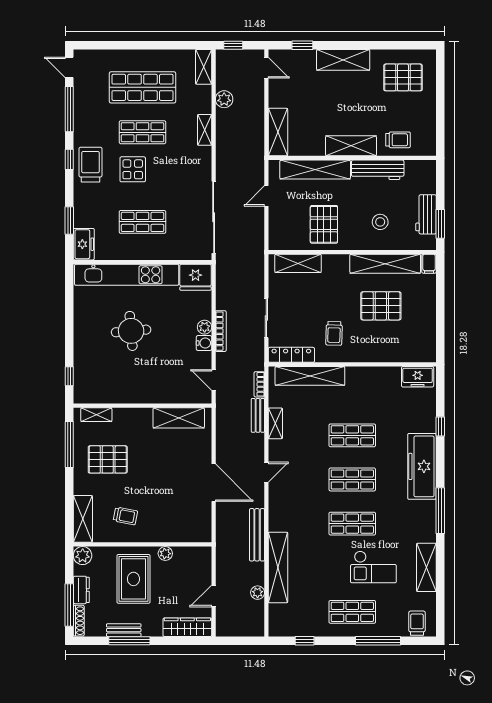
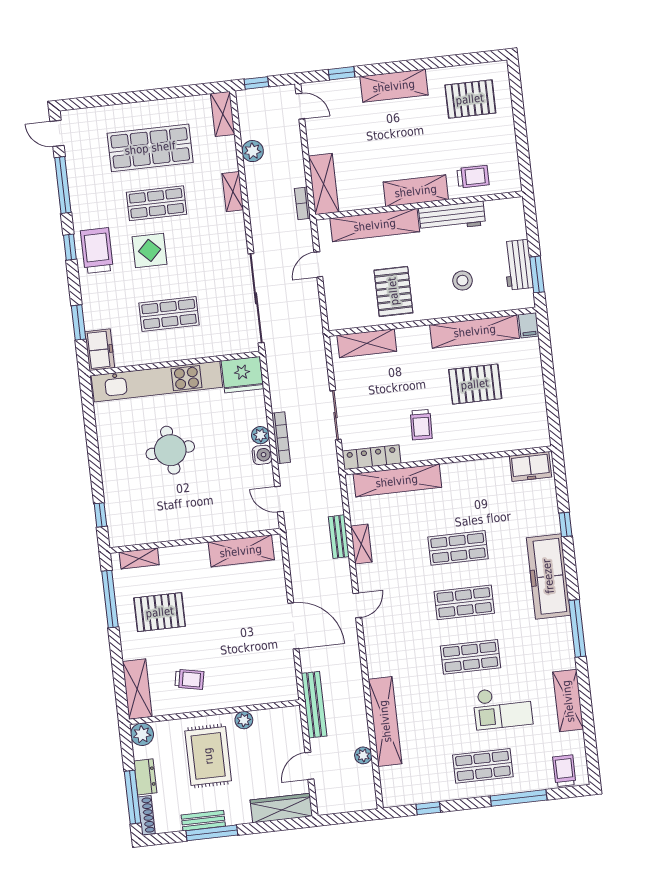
bookcase: (259, 384) -> (303, 203), moved
bench: (257, 535) -> (314, 705), moved

